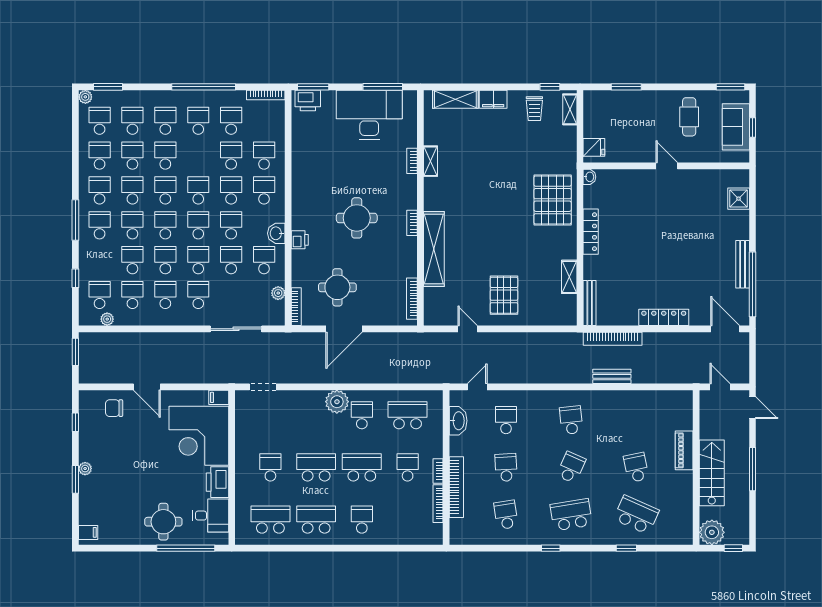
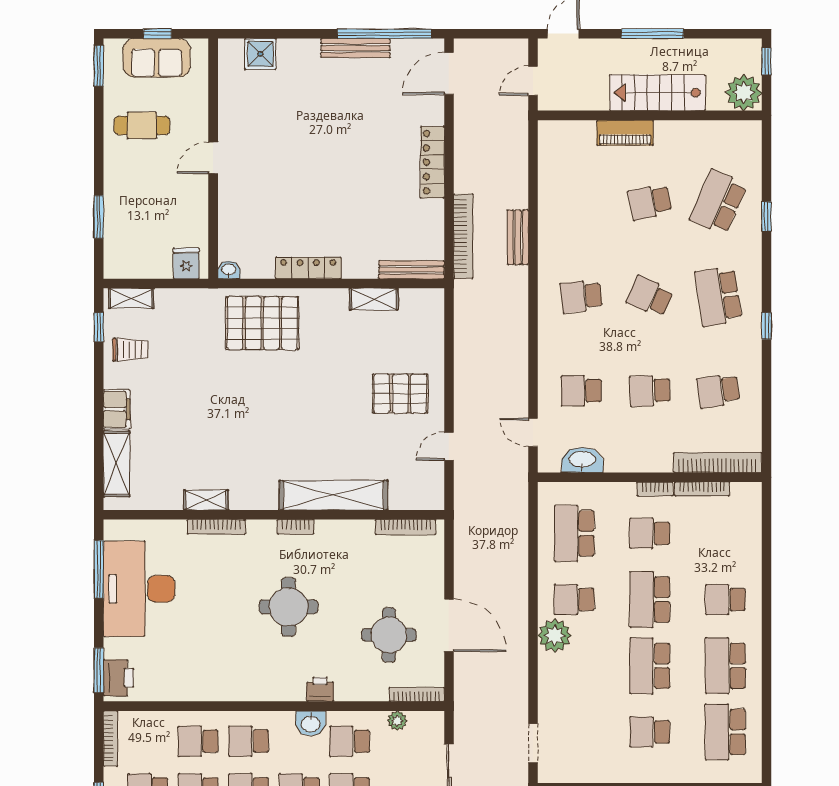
bookcase: (412, 161) -> (216, 527), width x1.56
bookcase: (456, 487) -> (718, 463), moved

